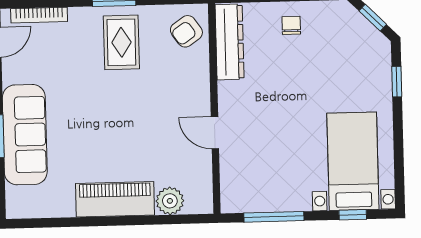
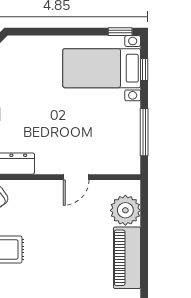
window: (397, 82) -> (120, 32), moved
plant: (170, 201) -> (125, 210), width x1.36, depth x1.36

